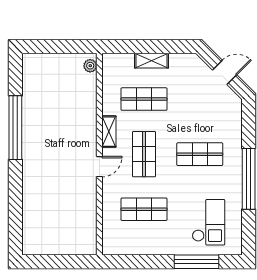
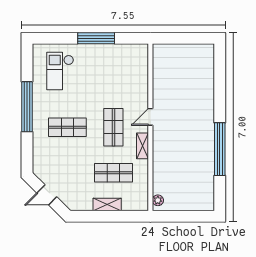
shop shelf: (144, 209) -> (113, 82), removed
window: (196, 262) -> (96, 38), moved

